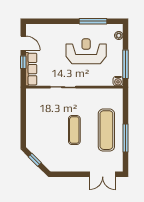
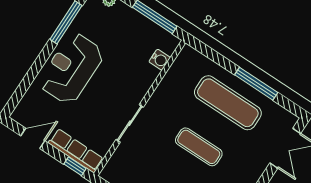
reception desk: (86, 51) -> (71, 68), moved
window: (23, 62) -> (75, 166), moved
water cooler: (118, 81) -> (160, 60), moved

